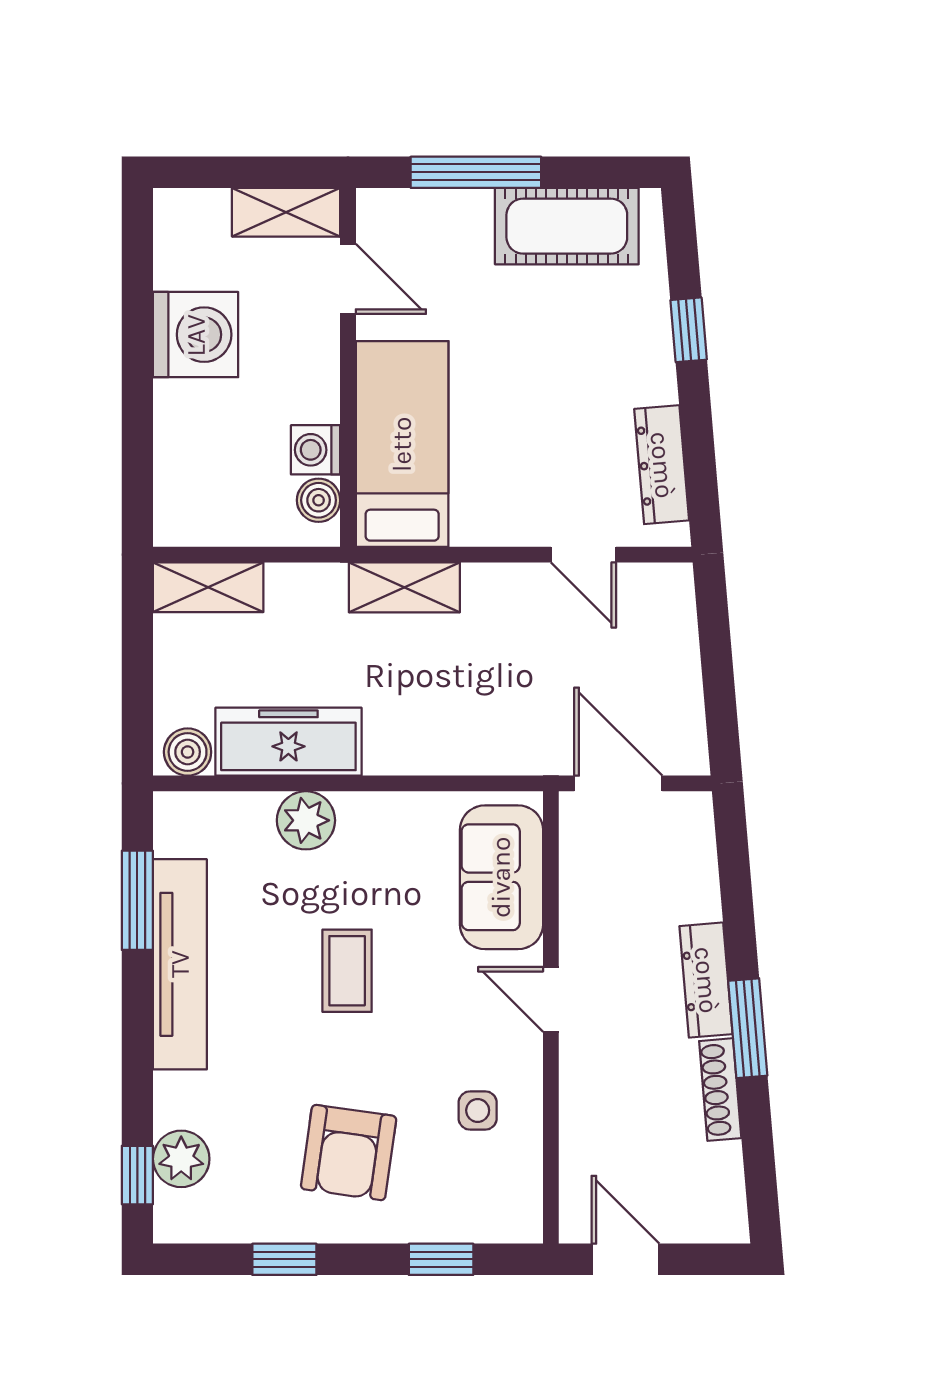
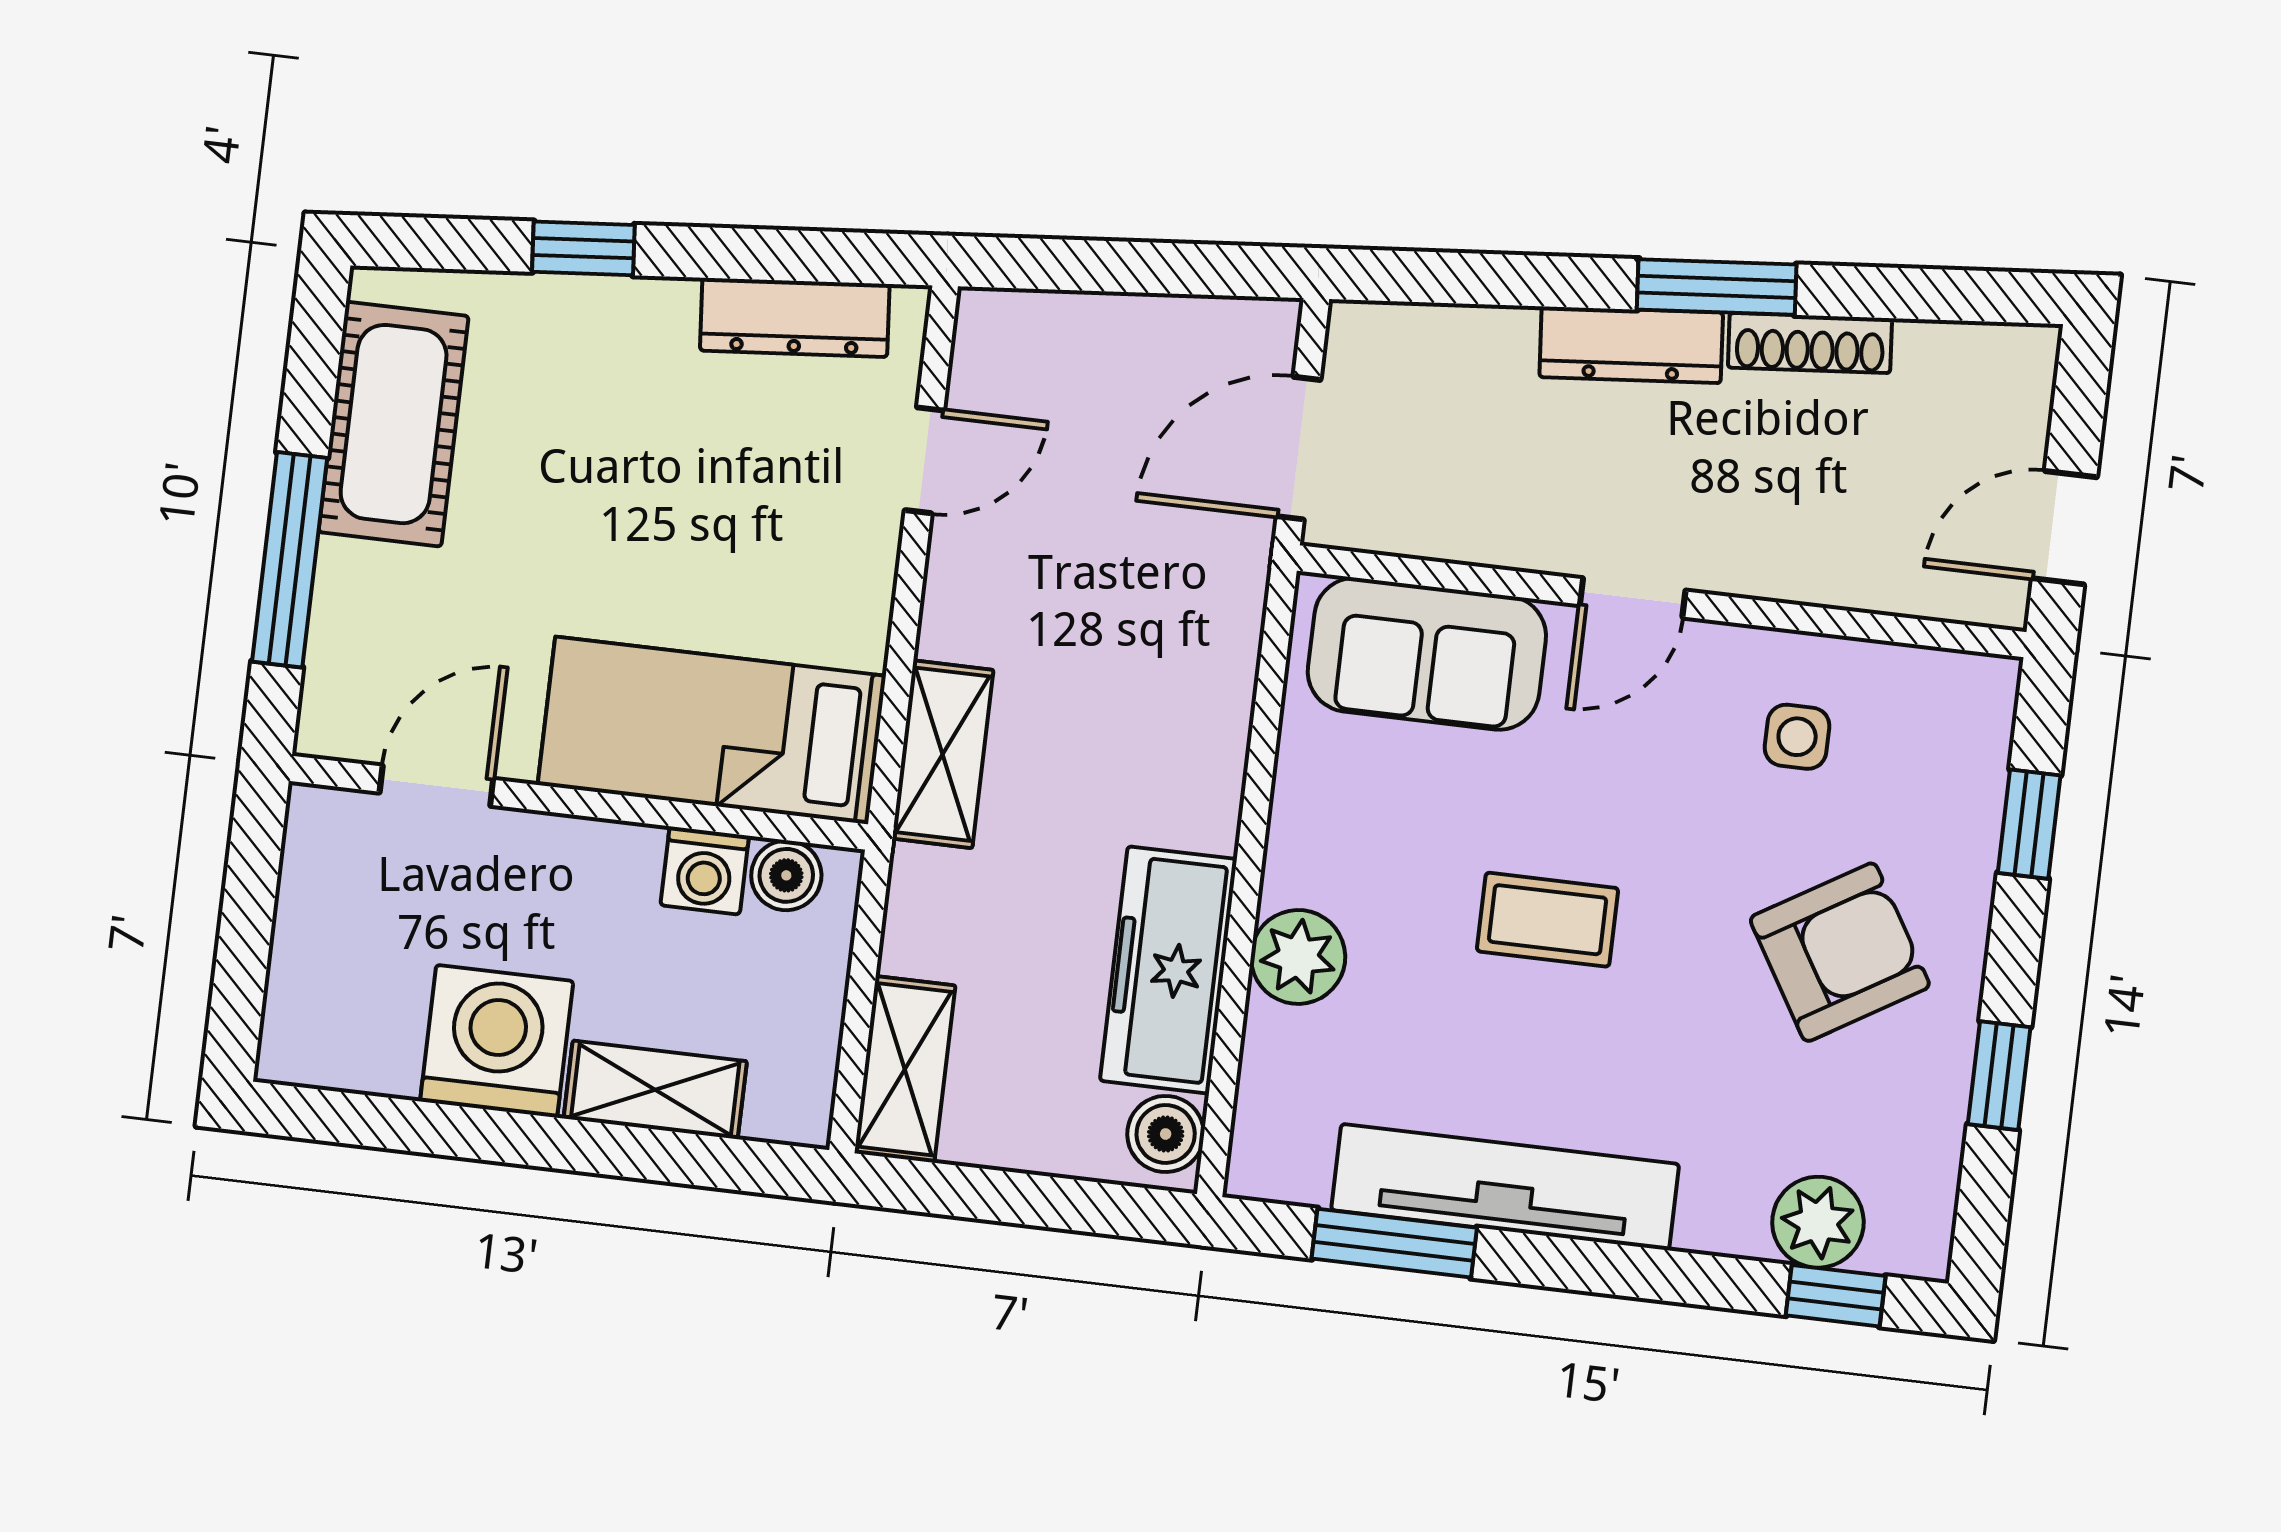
shelving: (286, 212) -> (655, 1090), moved, turned 90
armchair: (349, 1153) -> (1840, 952), turned -39

